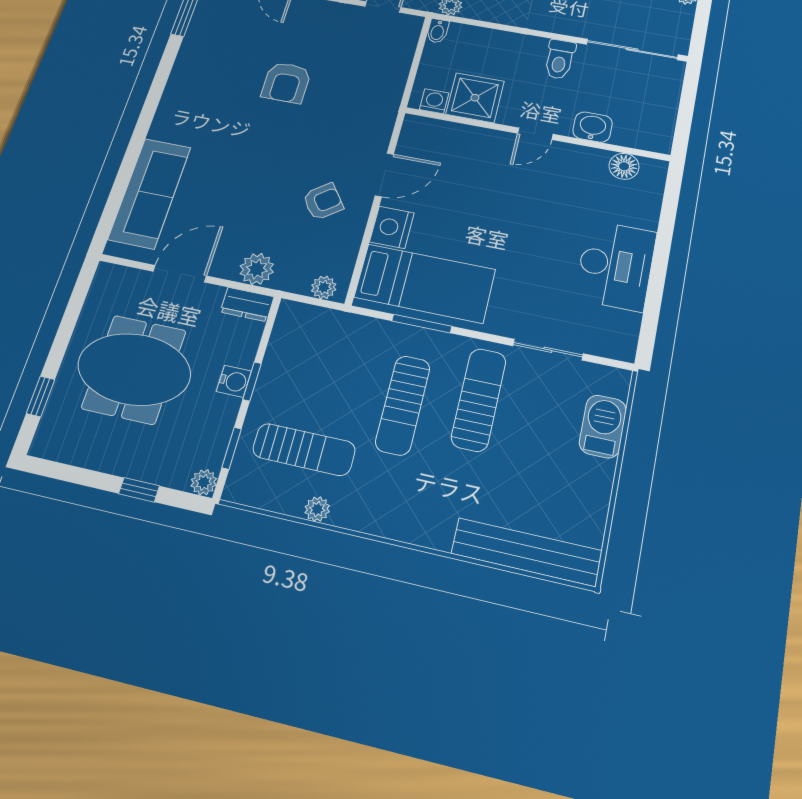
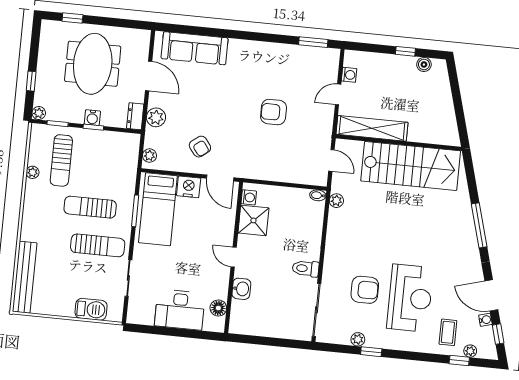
shower: (475, 98) -> (253, 220), moved
washing machine: (434, 101) -> (249, 197), moved
washbasin: (593, 127) -> (241, 289), moved
door: (535, 134) -> (234, 257), moved
wall: (536, 134) -> (234, 258), moved
floor lamp: (624, 166) -> (218, 308), moved

